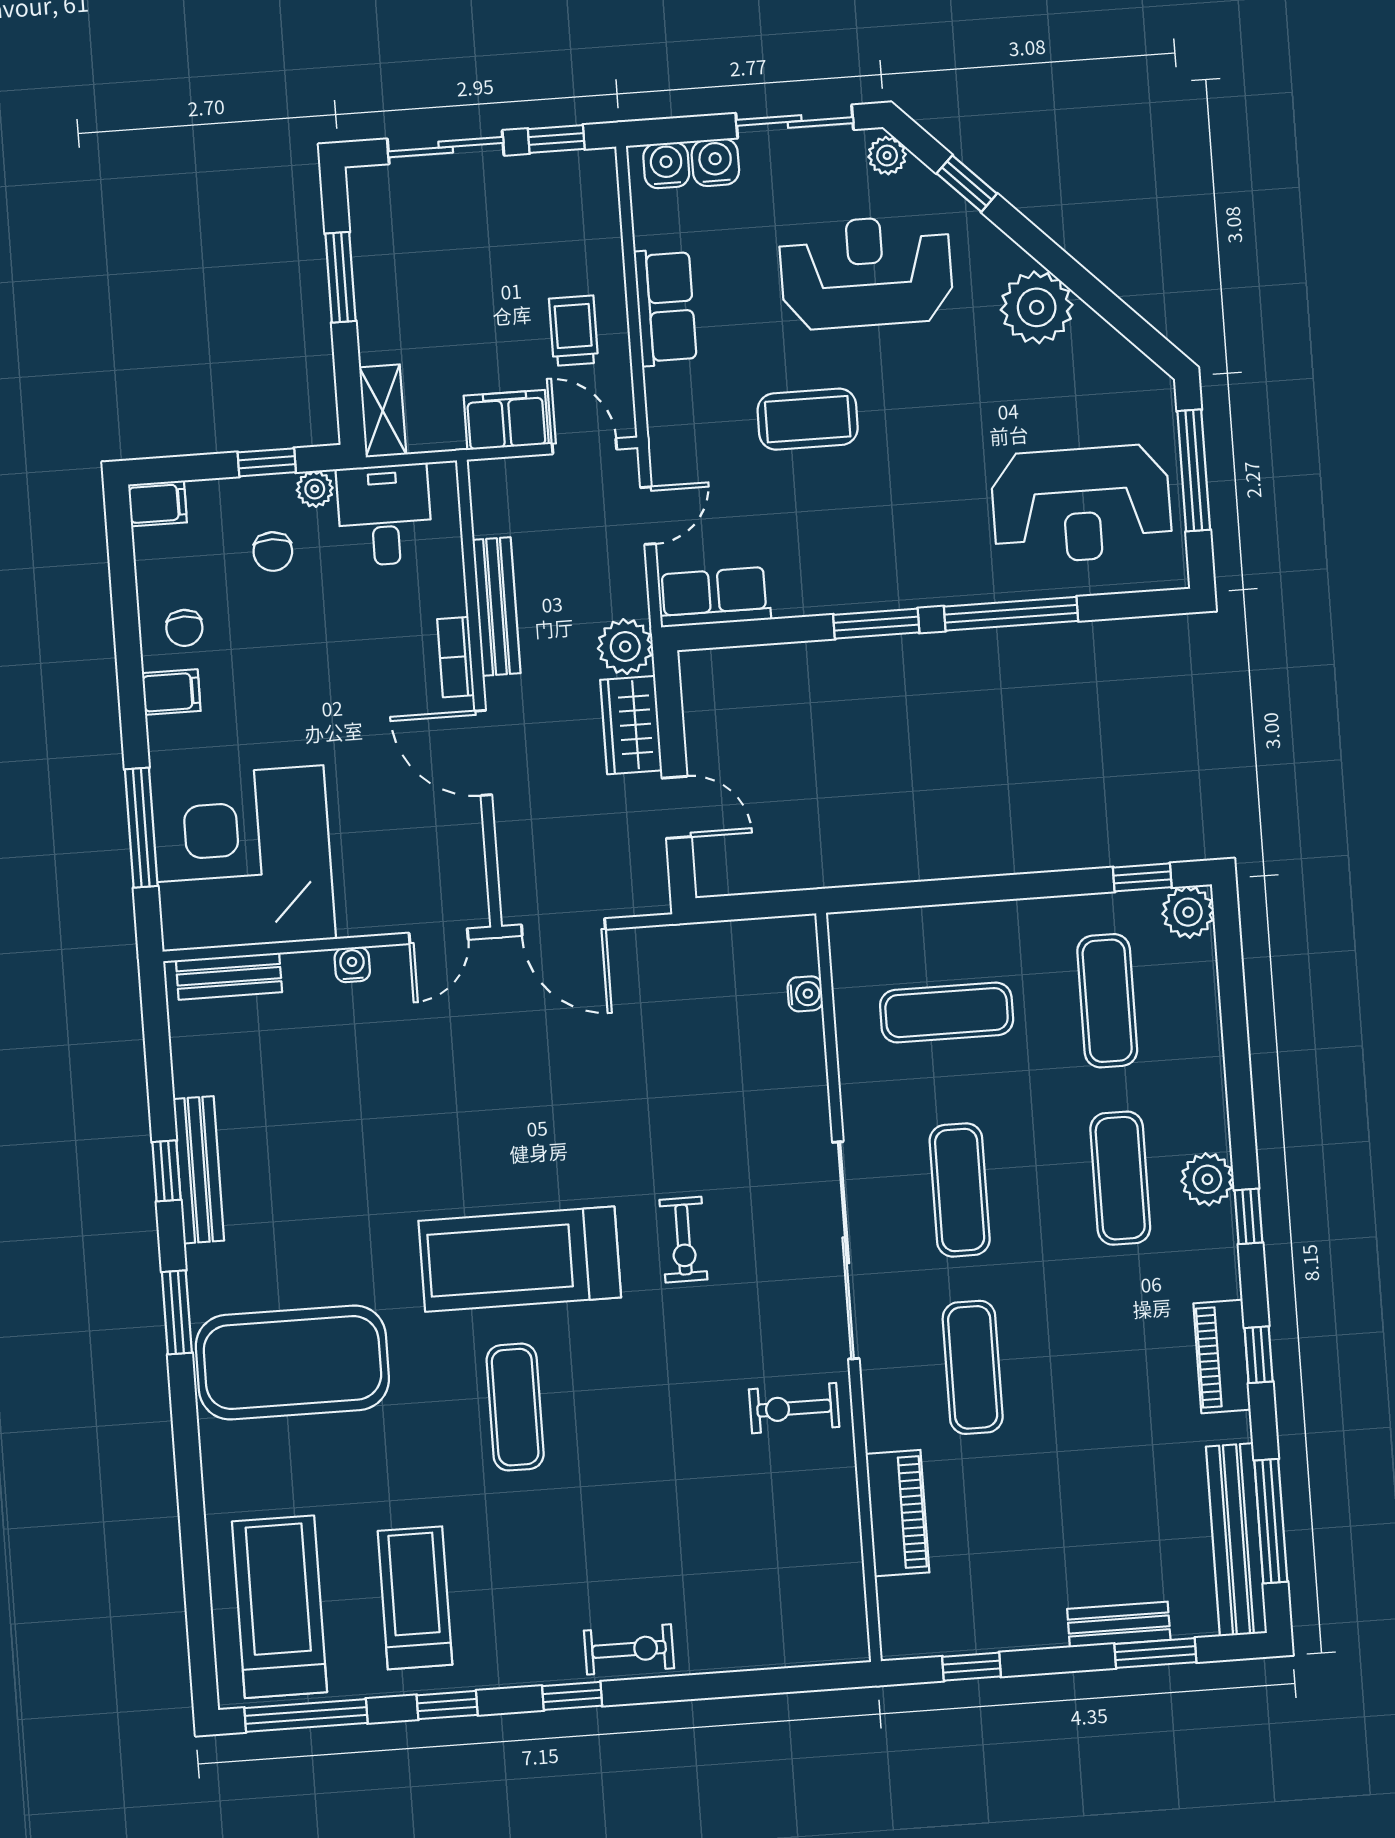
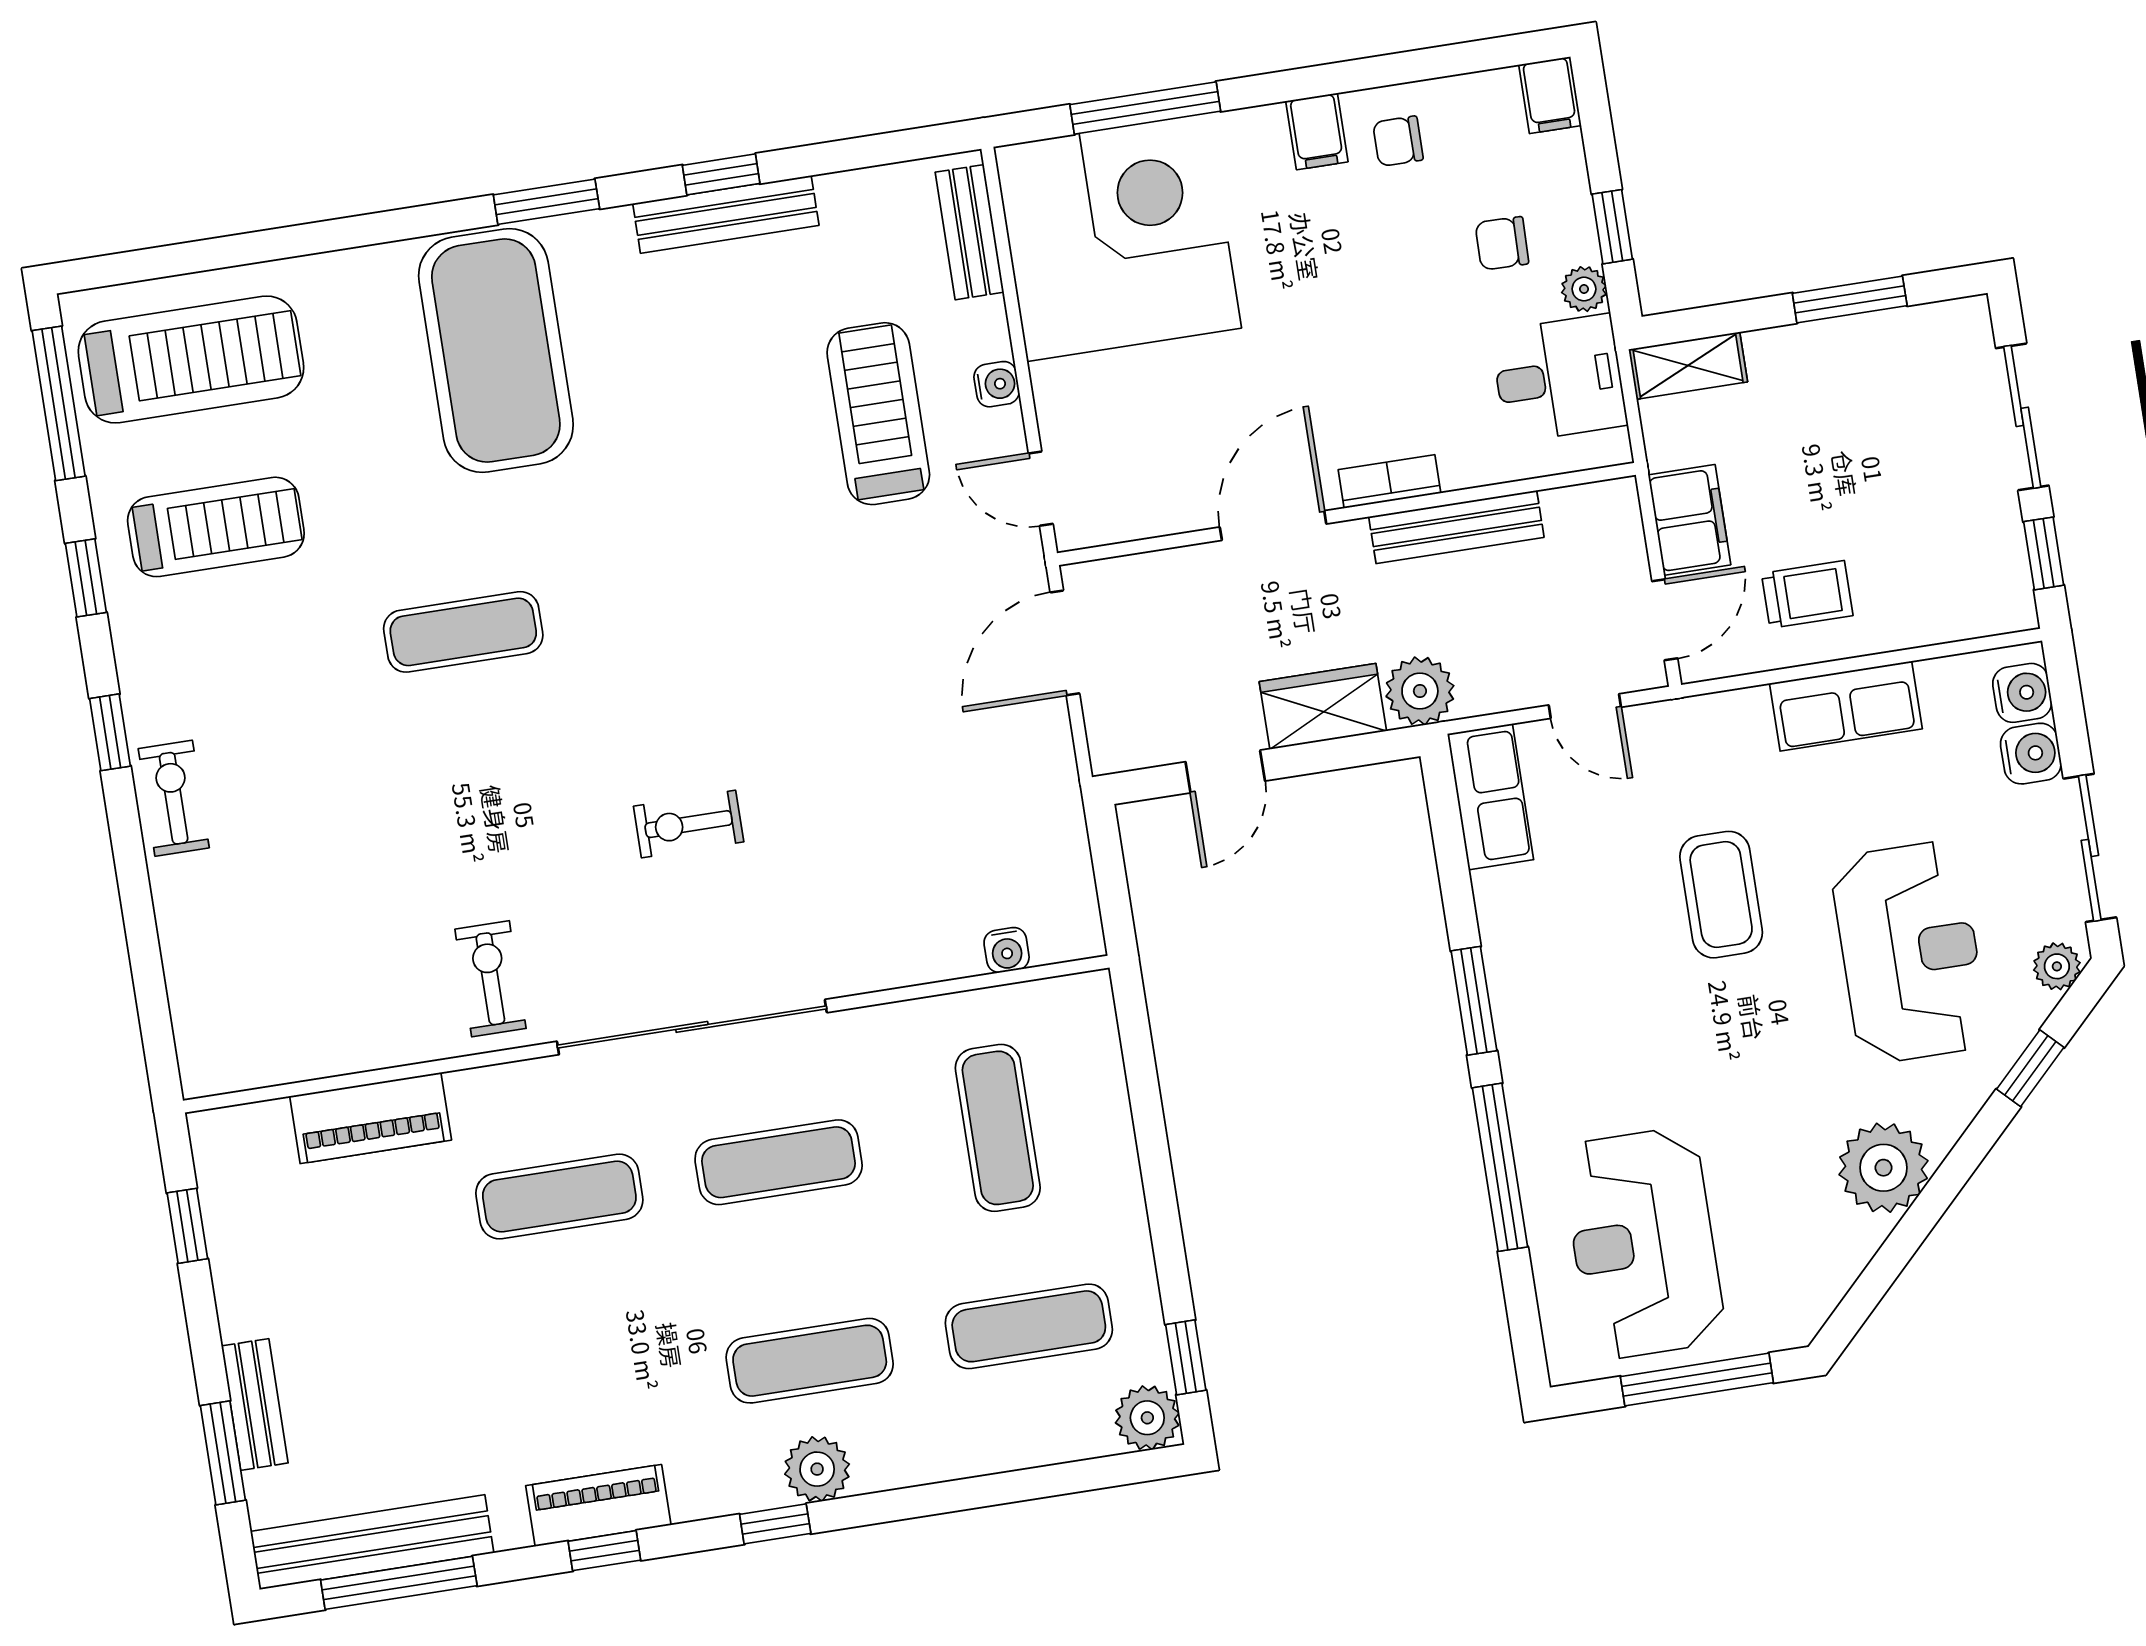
treadmill: (520, 1259) -> (878, 414), moved, width x0.73, depth x0.73
exercise bike: (629, 1649) -> (174, 798), turned 180

